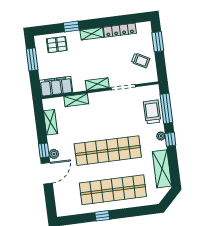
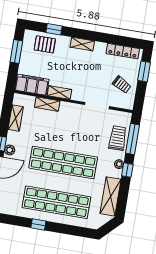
window: (71, 26) -> (54, 29), moved
locker: (120, 30) -> (123, 51), moved
shelving: (97, 84) -> (59, 93), moved

